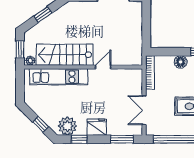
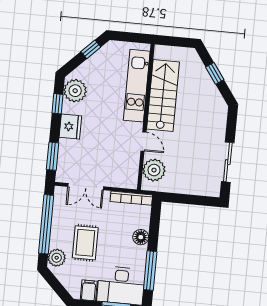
window: (20, 50) -> (175, 41), removed
plant: (30, 61) -> (154, 170), moved, width x1.88, depth x1.88
double door: (144, 110) -> (86, 187), swing flipped
window: (41, 124) -> (91, 49), moved

